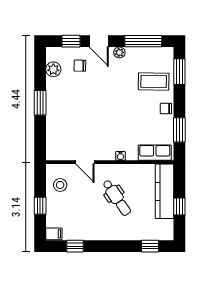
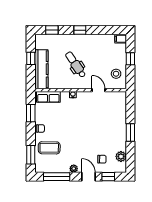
window: (75, 246) -> (80, 30), moved

